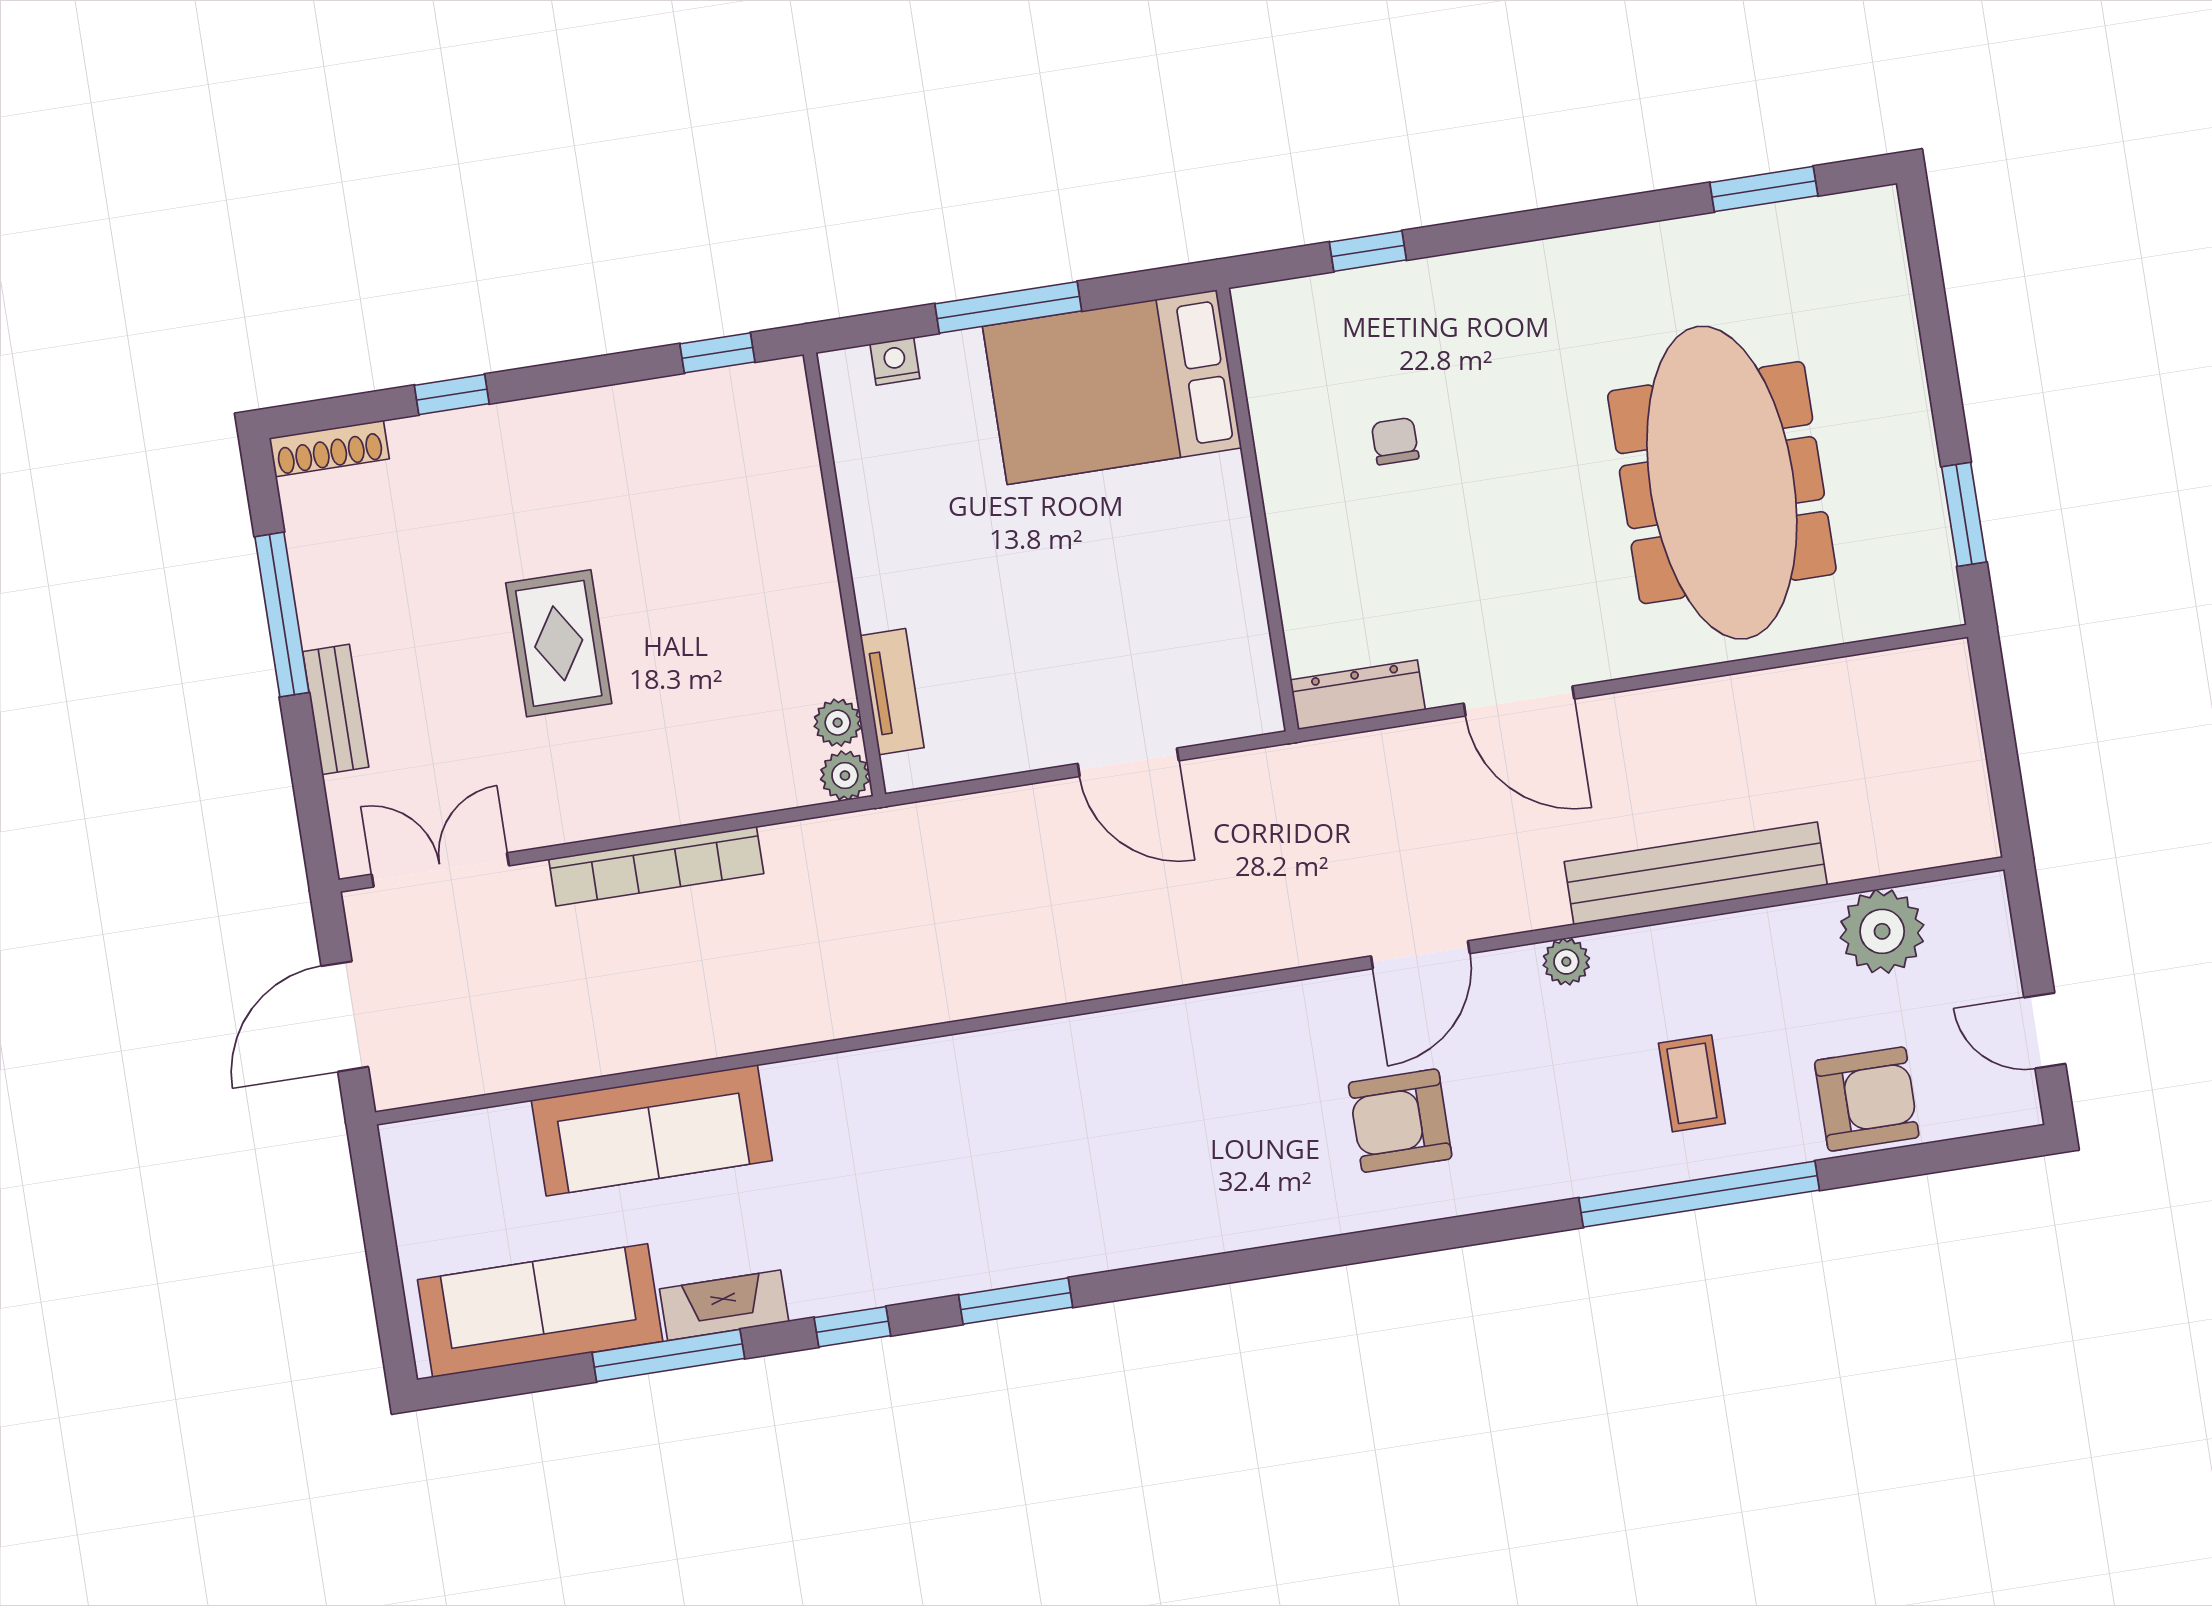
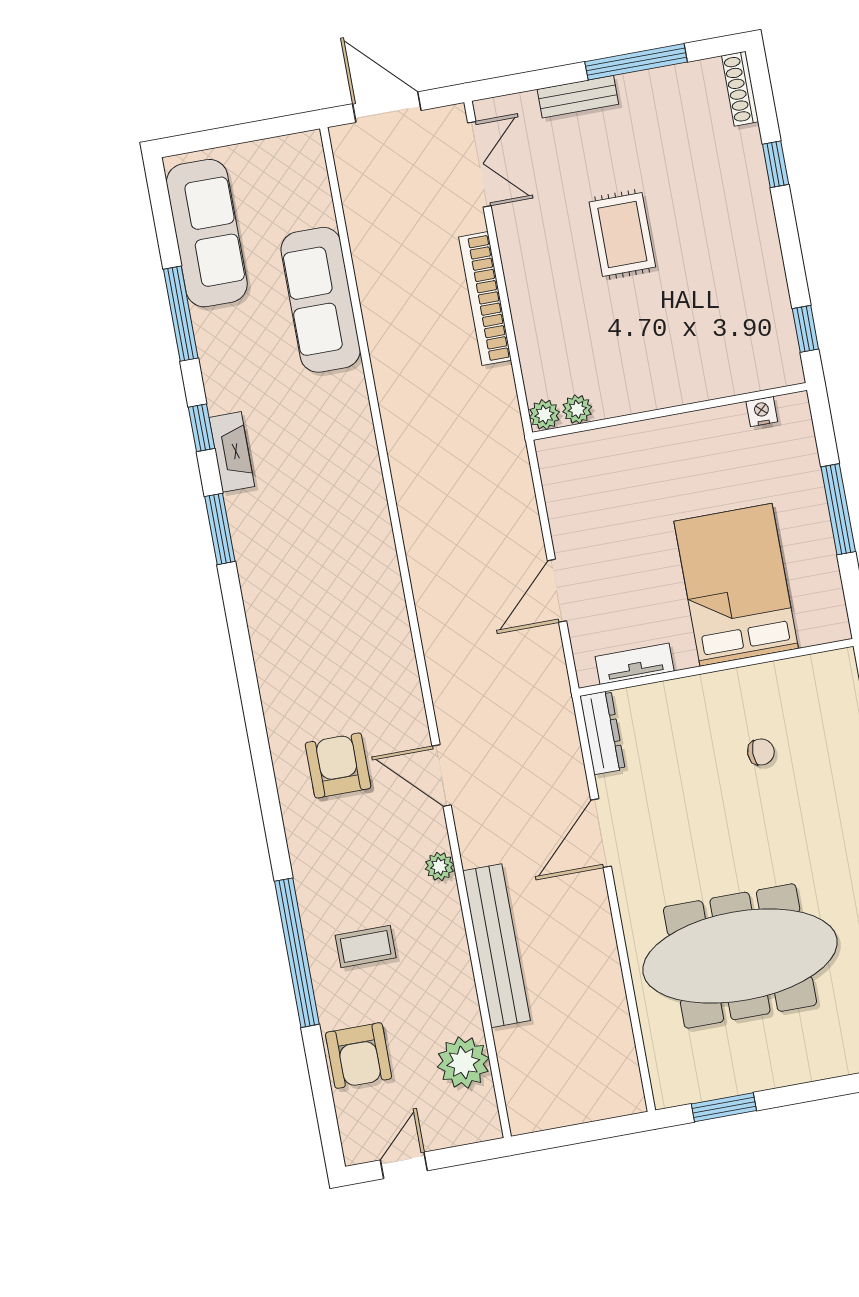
nightstand: (895, 361) -> (762, 412), moved, turned -90
bed: (1112, 387) -> (736, 585), moved
rug: (559, 643) -> (622, 235), turned 90
tv unit: (892, 692) -> (635, 664), moved, turned 180
fireplace: (724, 1305) -> (232, 452), moved

